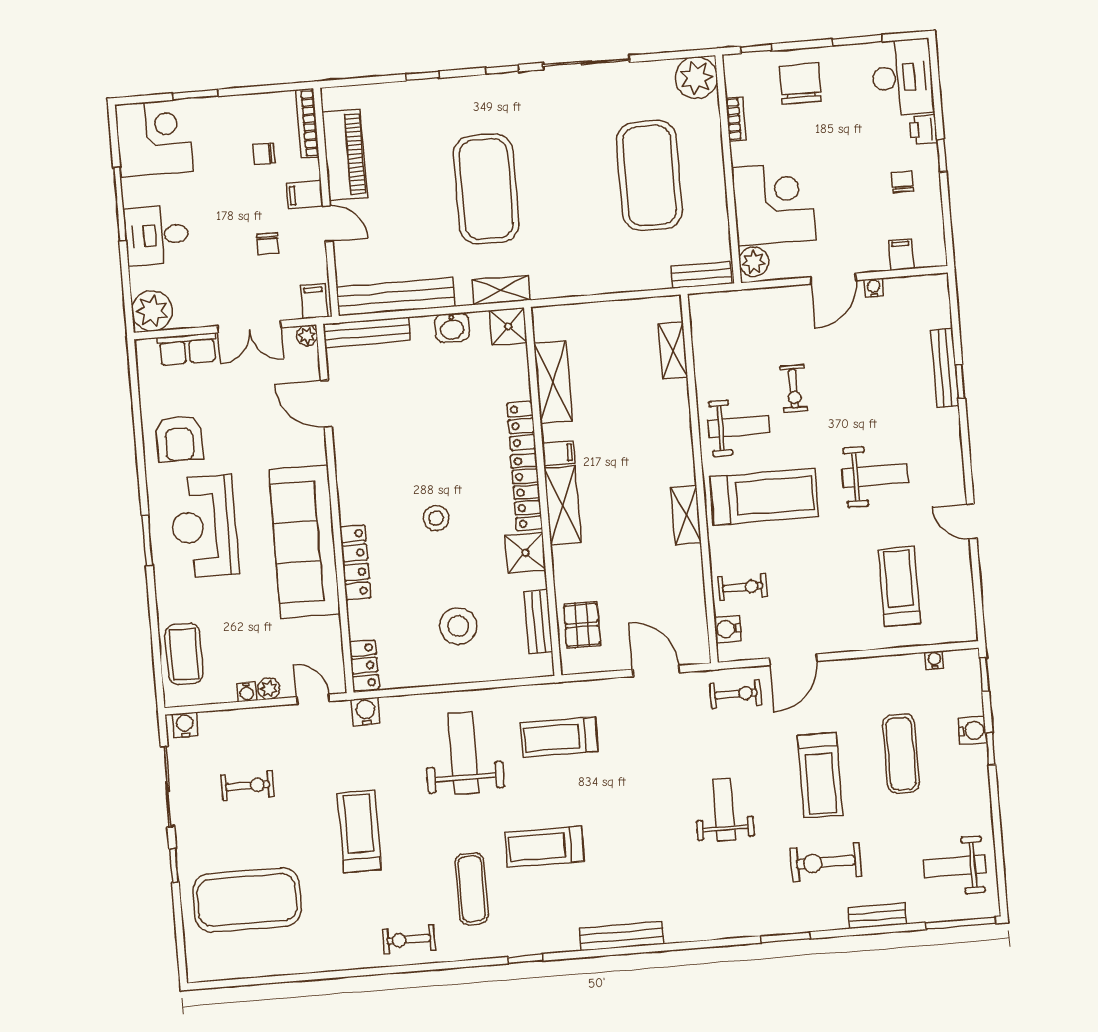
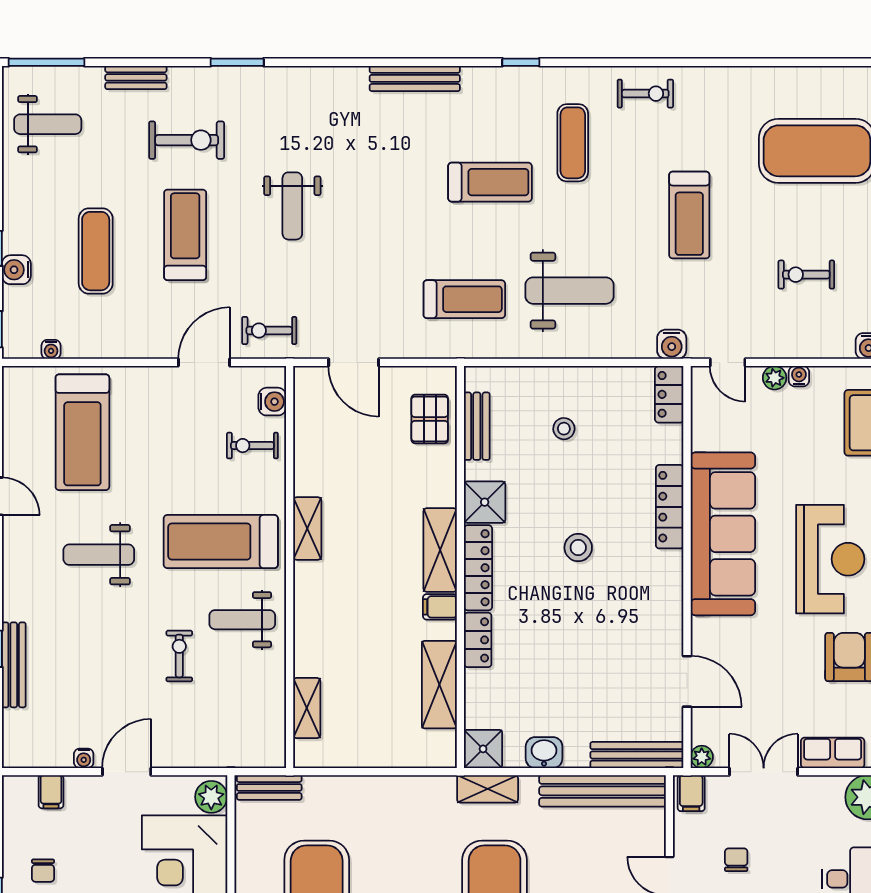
treadmill: (899, 586) -> (82, 432), width x1.37, depth x1.38
stool: (458, 626) -> (564, 429), width x0.53, depth x0.53
weight bench: (463, 753) -> (569, 291), turned -90

